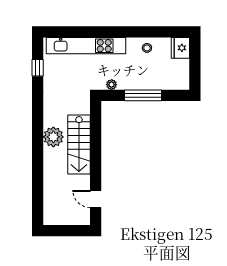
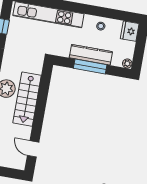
kitchen counter: (141, 82) -> (91, 55), added
plant: (112, 85) -> (127, 64), moved

